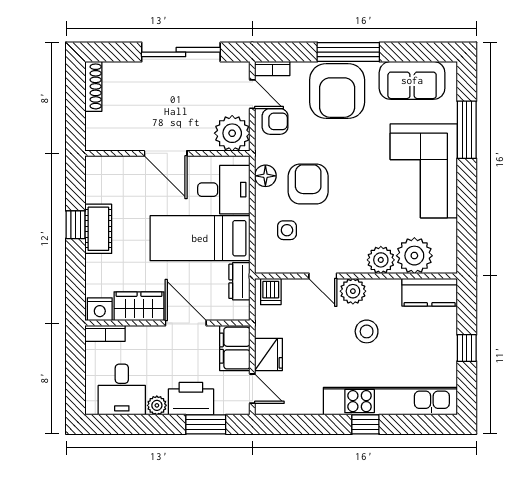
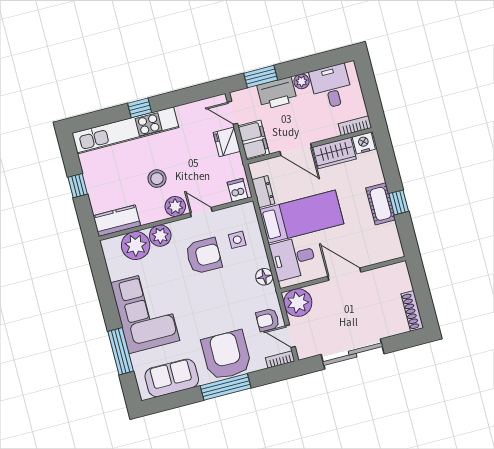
armchair: (308, 184) -> (204, 256), moved, turned -90

